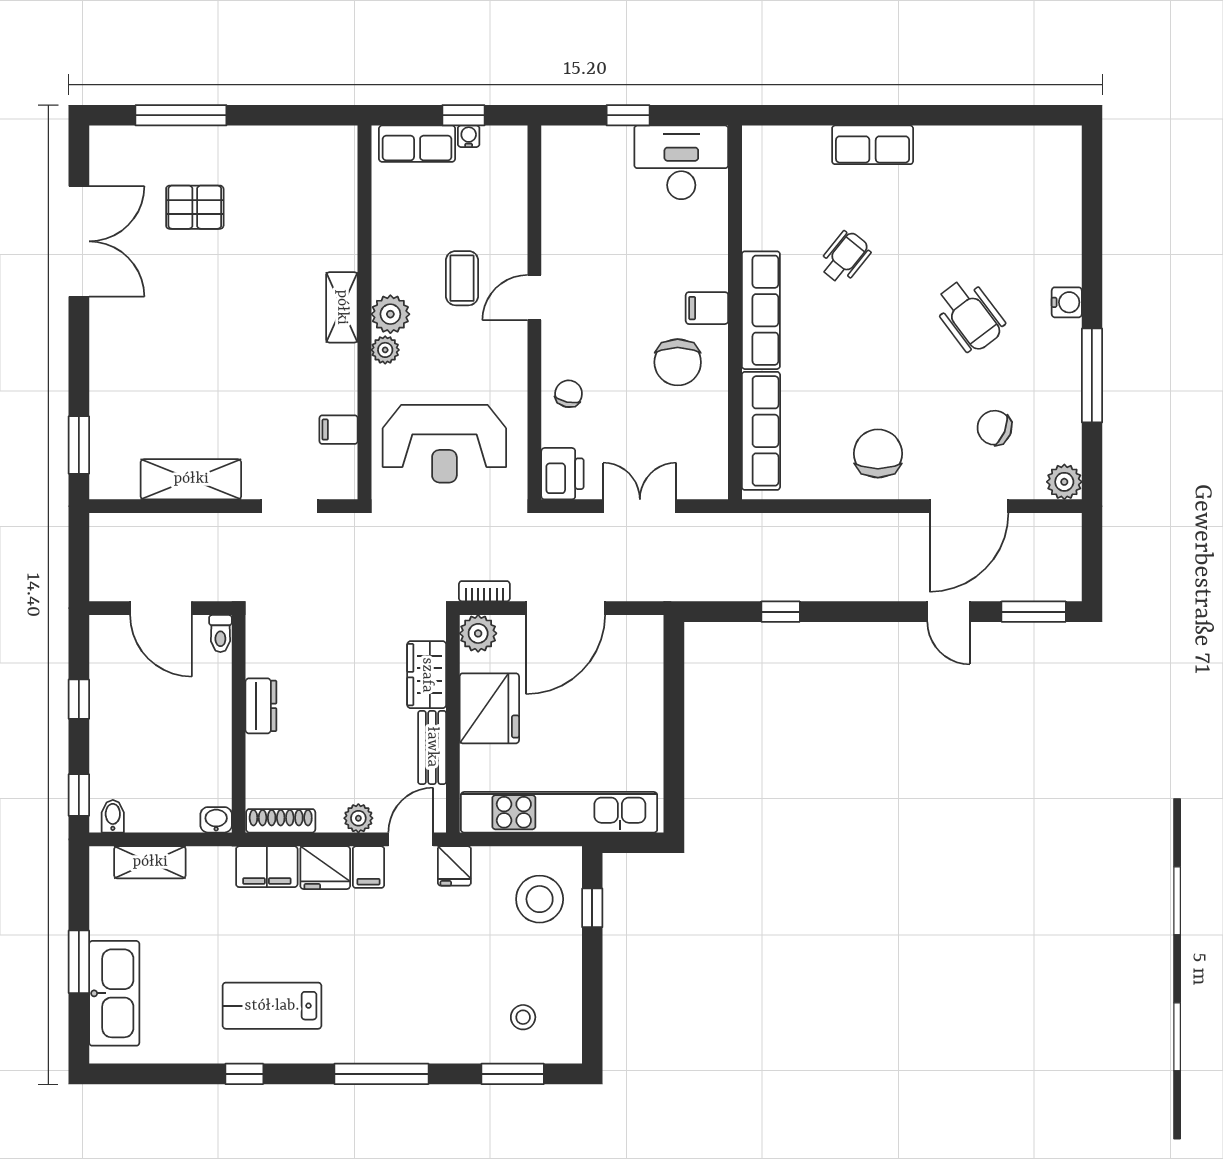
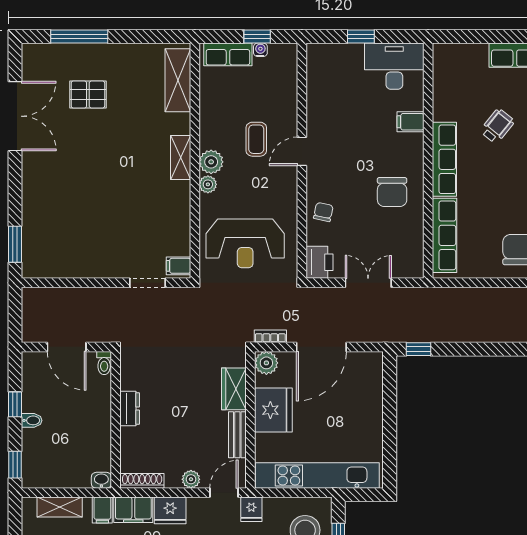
filing cabinet: (707, 308) -> (410, 122), moved
filing cabinet: (339, 430) -> (178, 266), moved
shelving: (191, 479) -> (178, 80), moved, turned 90
window: (781, 612) -> (418, 349), moved
bidet: (113, 816) -> (32, 420), moved, turned 90
filing cabinet: (369, 867) -> (102, 510), moved

